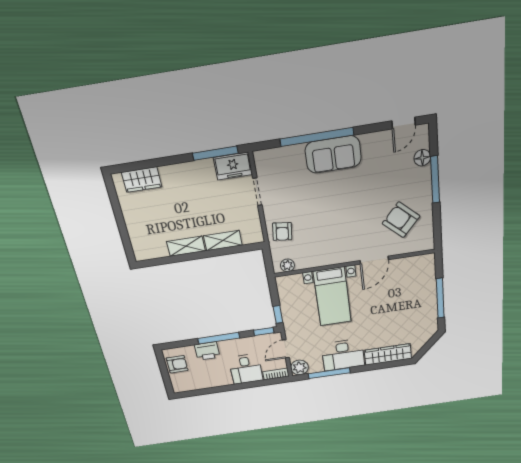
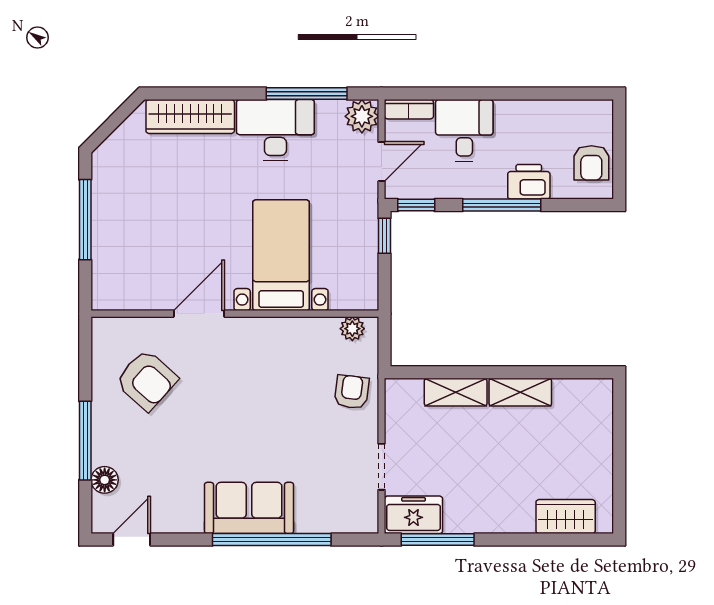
armchair: (177, 364) -> (591, 163), turned -90

